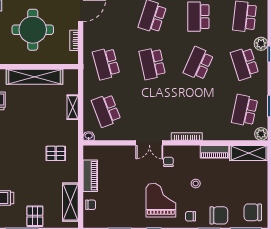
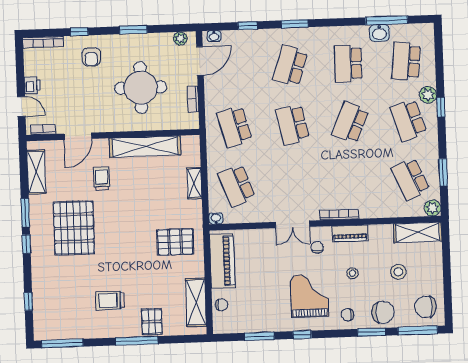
school desk: (245, 110) -> (411, 179), turned -36
piano: (215, 152) -> (350, 233), moved
pallet: (56, 153) -> (175, 242), width x1.50, depth x1.42
piano: (90, 176) -> (222, 261), width x1.37, depth x1.33
stool: (232, 184) -> (398, 272), added

